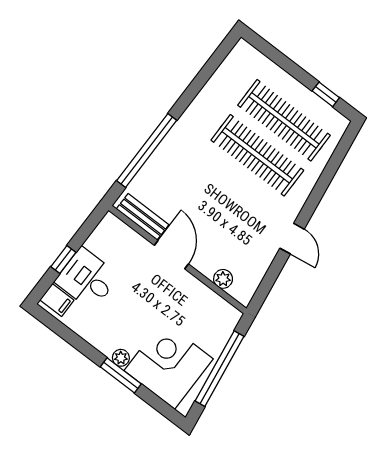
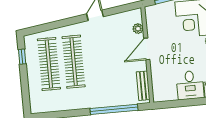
door: (171, 255) -> (147, 49), moved
window: (63, 259) -> (191, 102), removed

